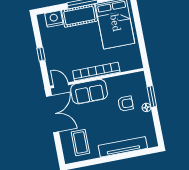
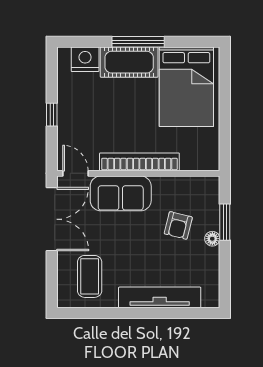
armchair: (126, 104) -> (178, 225), turned 104

